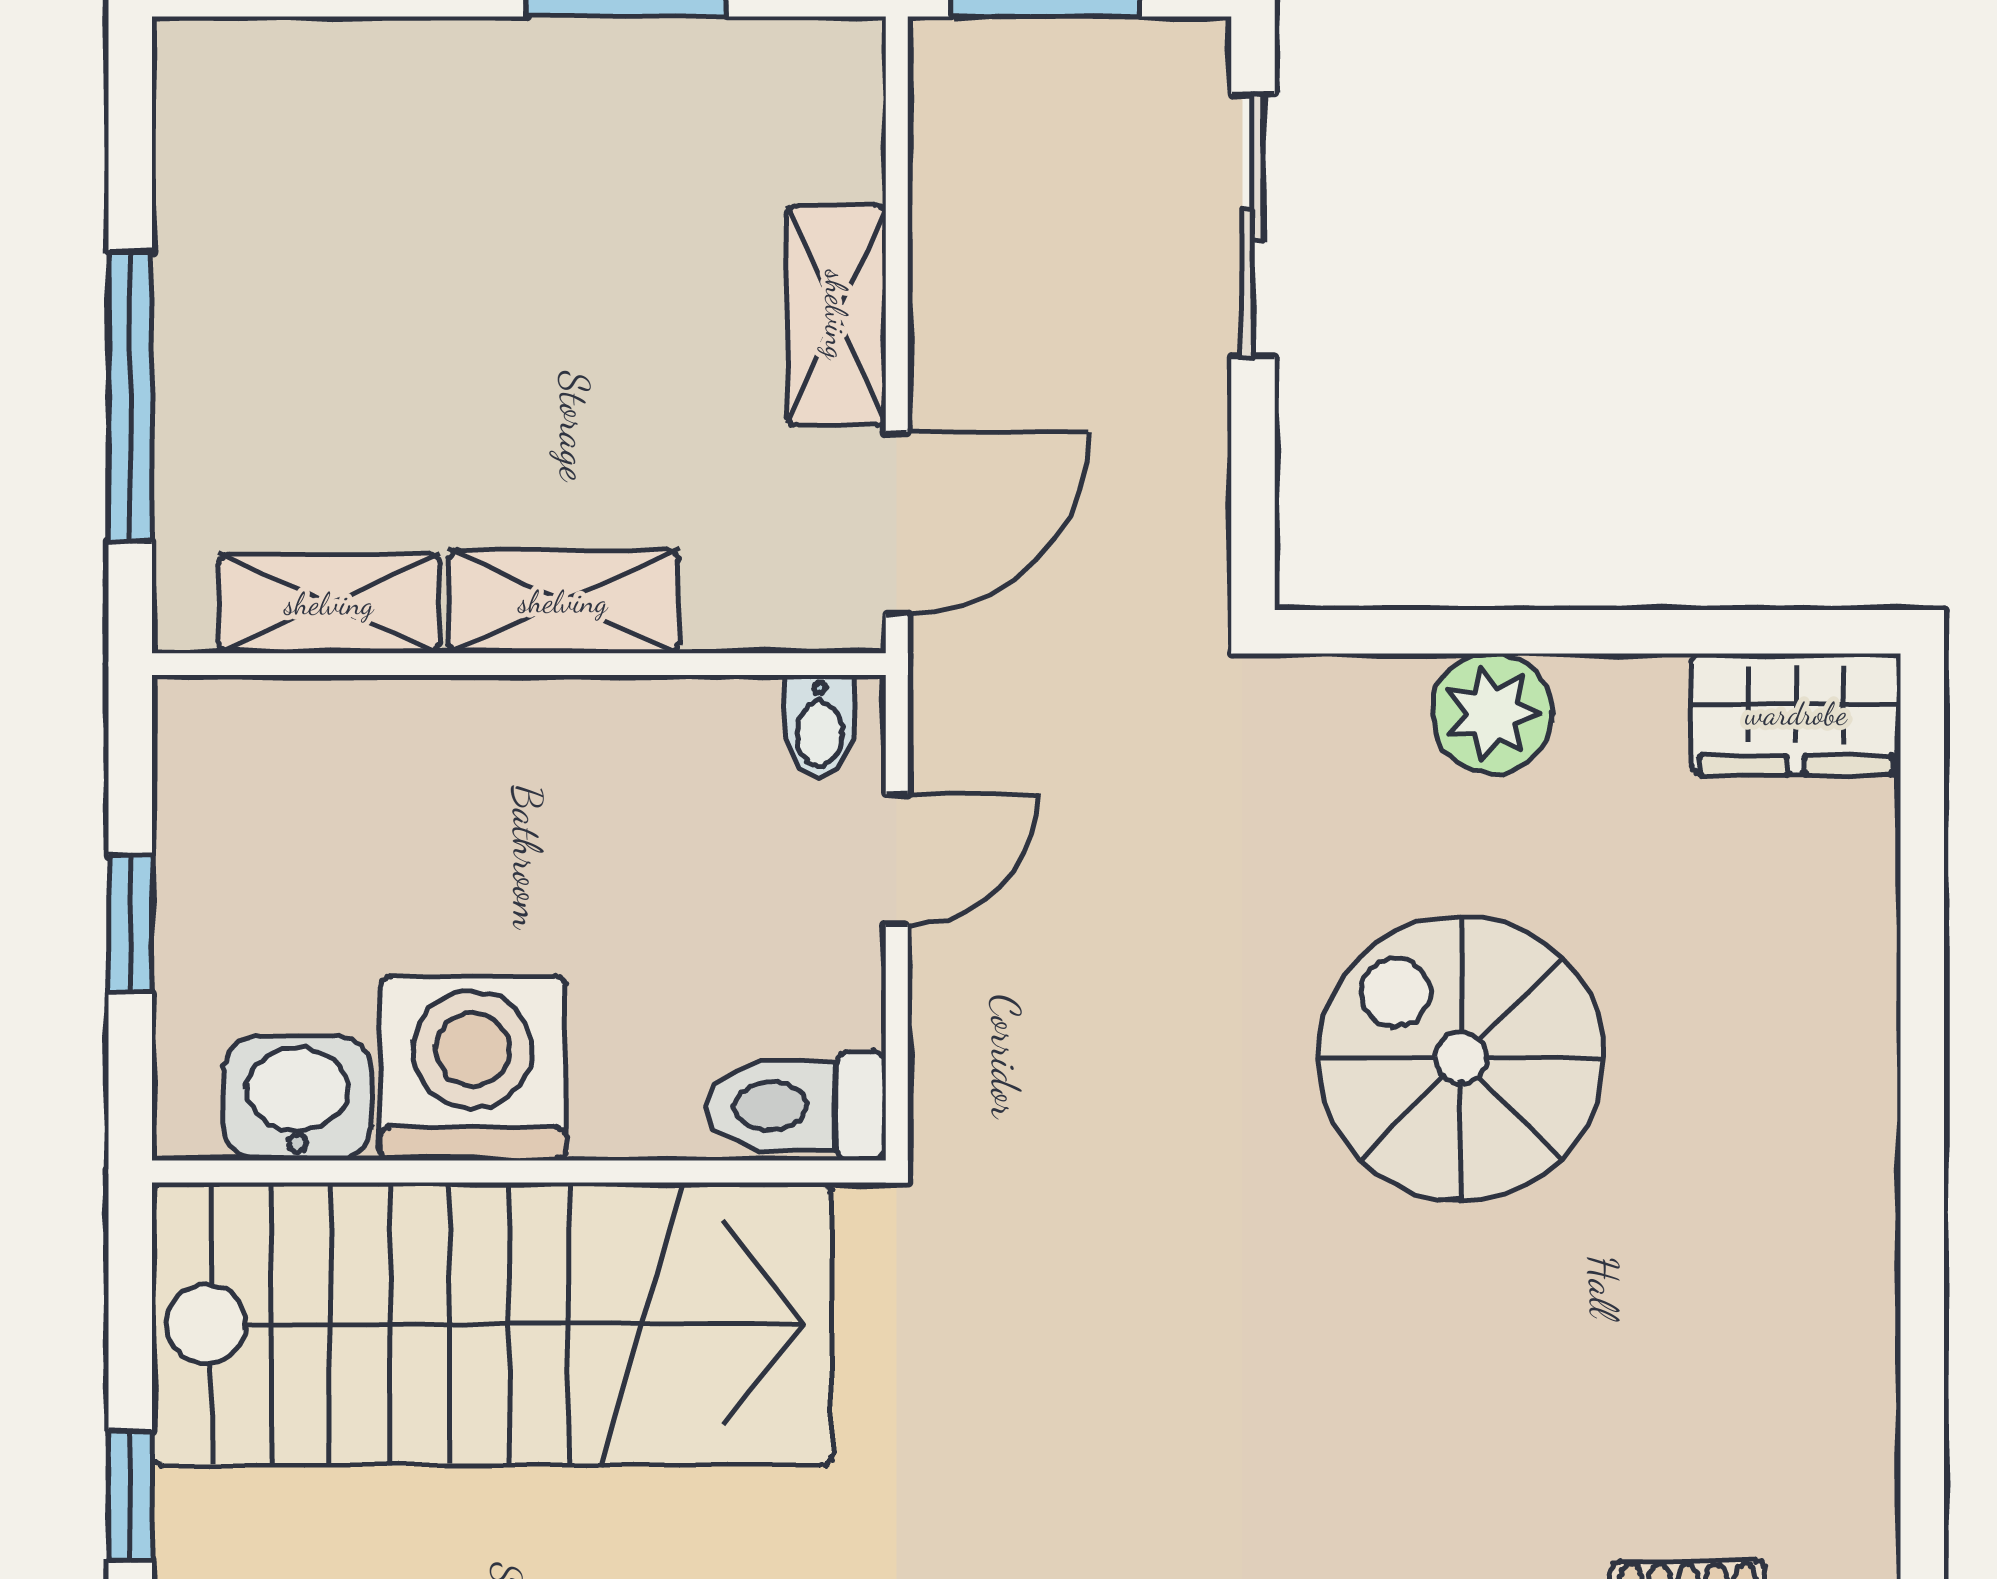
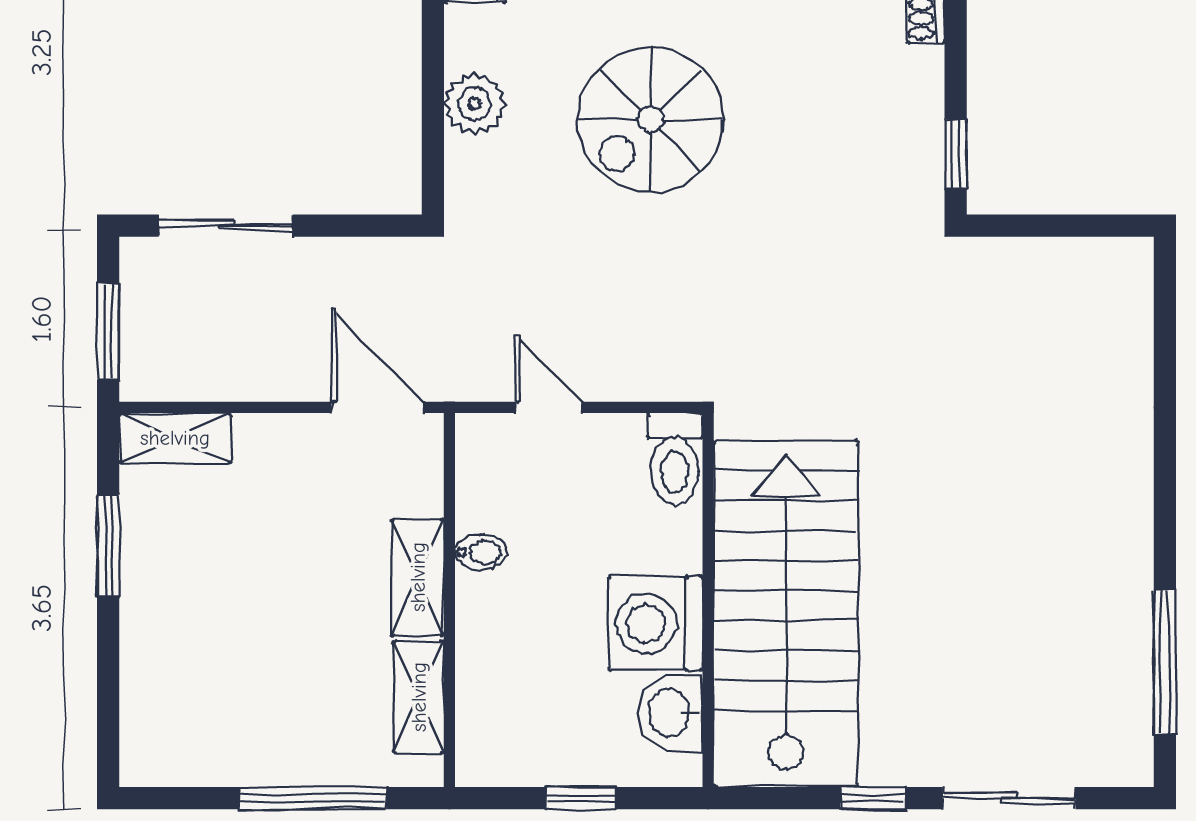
shelving: (836, 315) -> (175, 438), moved
bidet: (820, 726) -> (481, 552), moved

